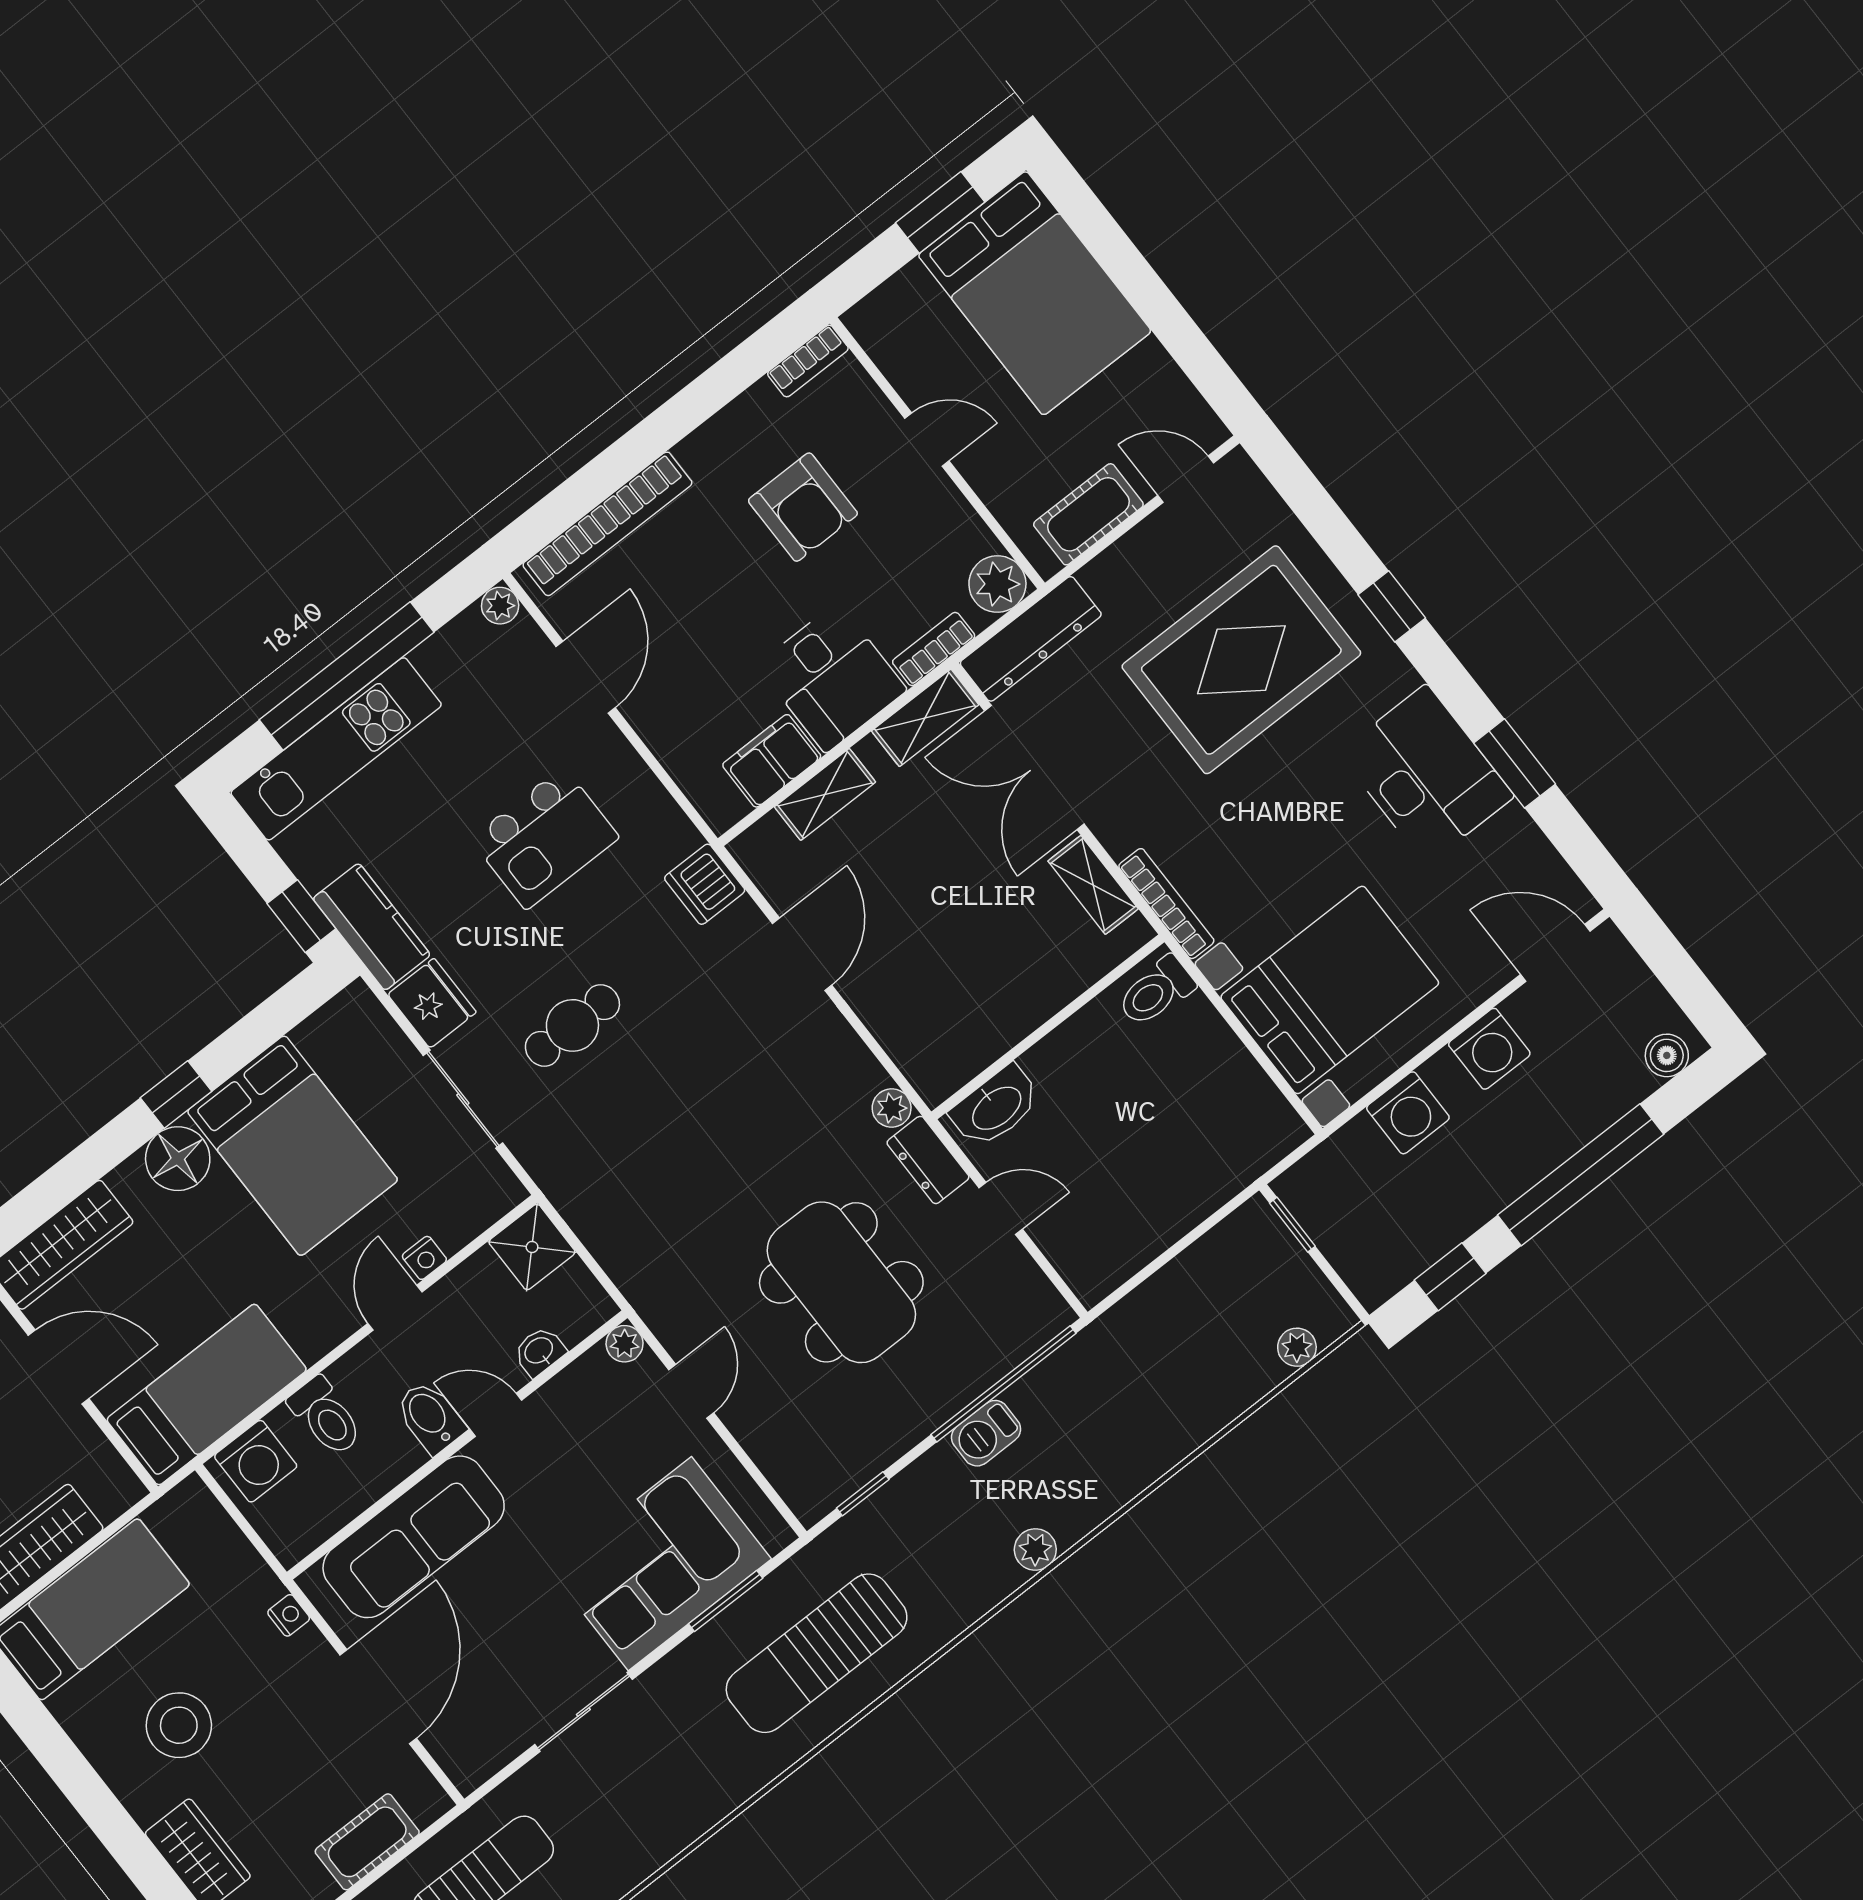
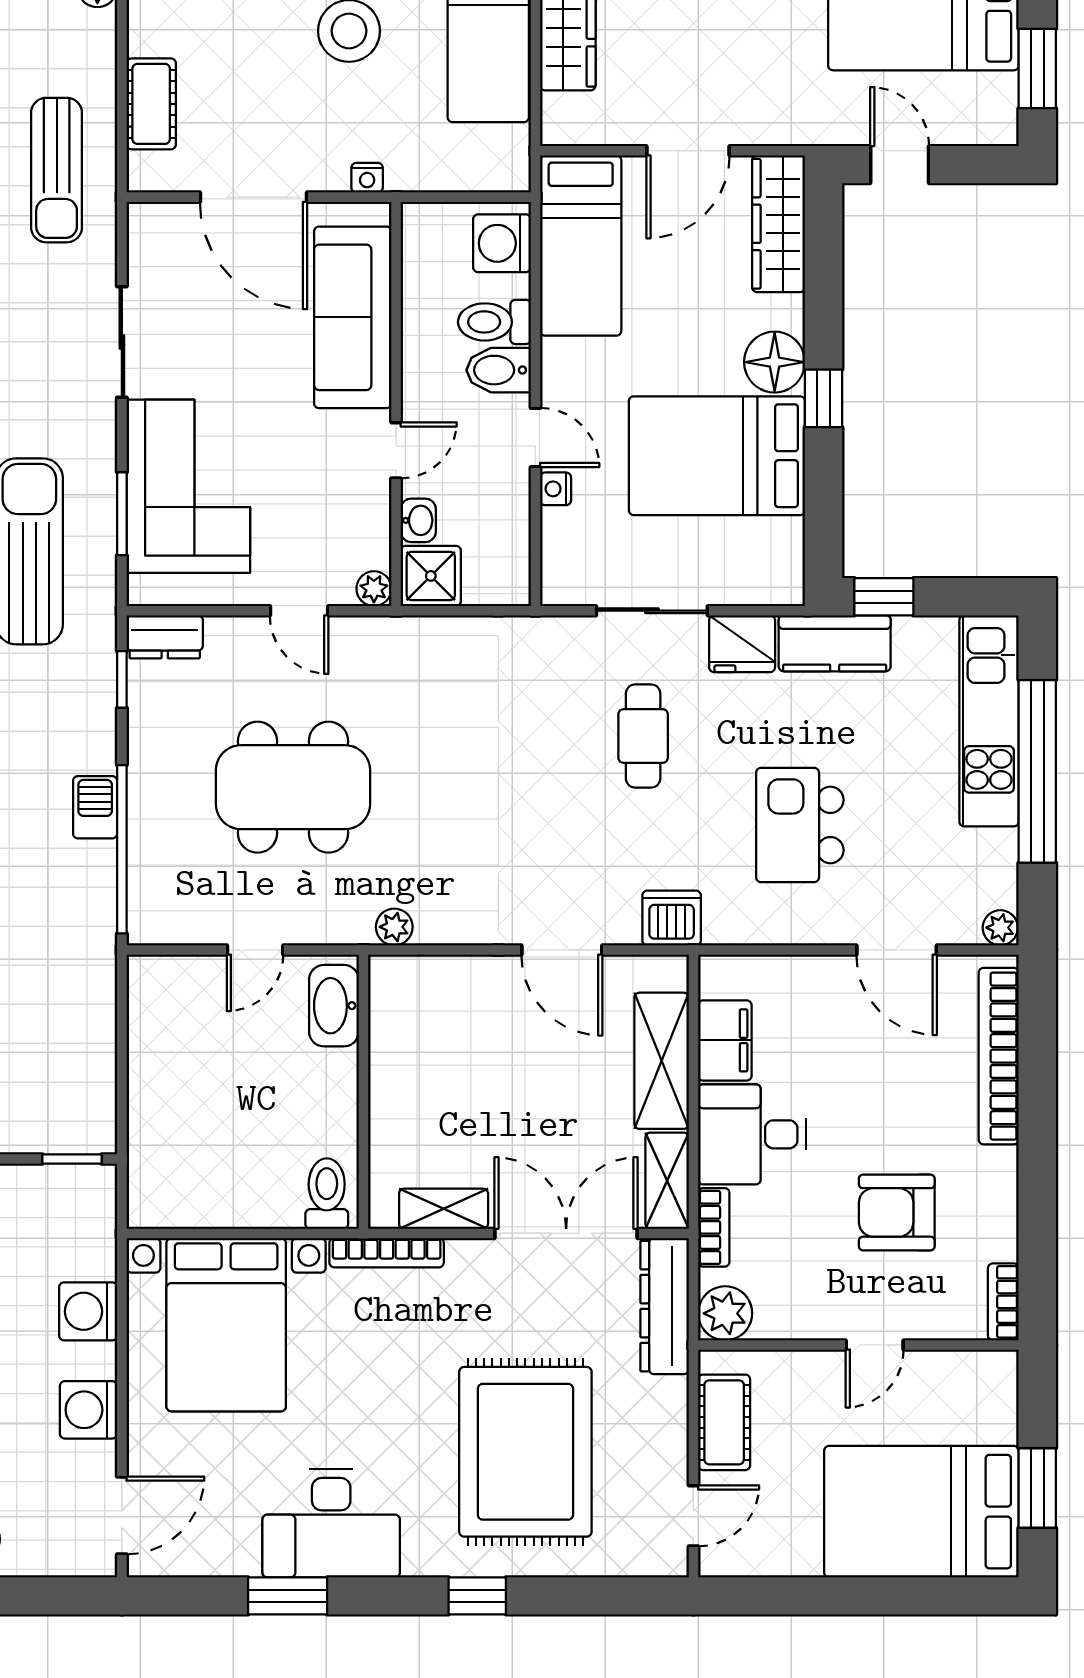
shelving: (825, 794) -> (662, 1061), width x1.50, depth x1.33
dresser: (928, 1160) -> (165, 637), moved, turned 180
shower: (532, 1247) -> (431, 576), moved
bidet: (430, 1417) -> (499, 370), moved, turned 180

